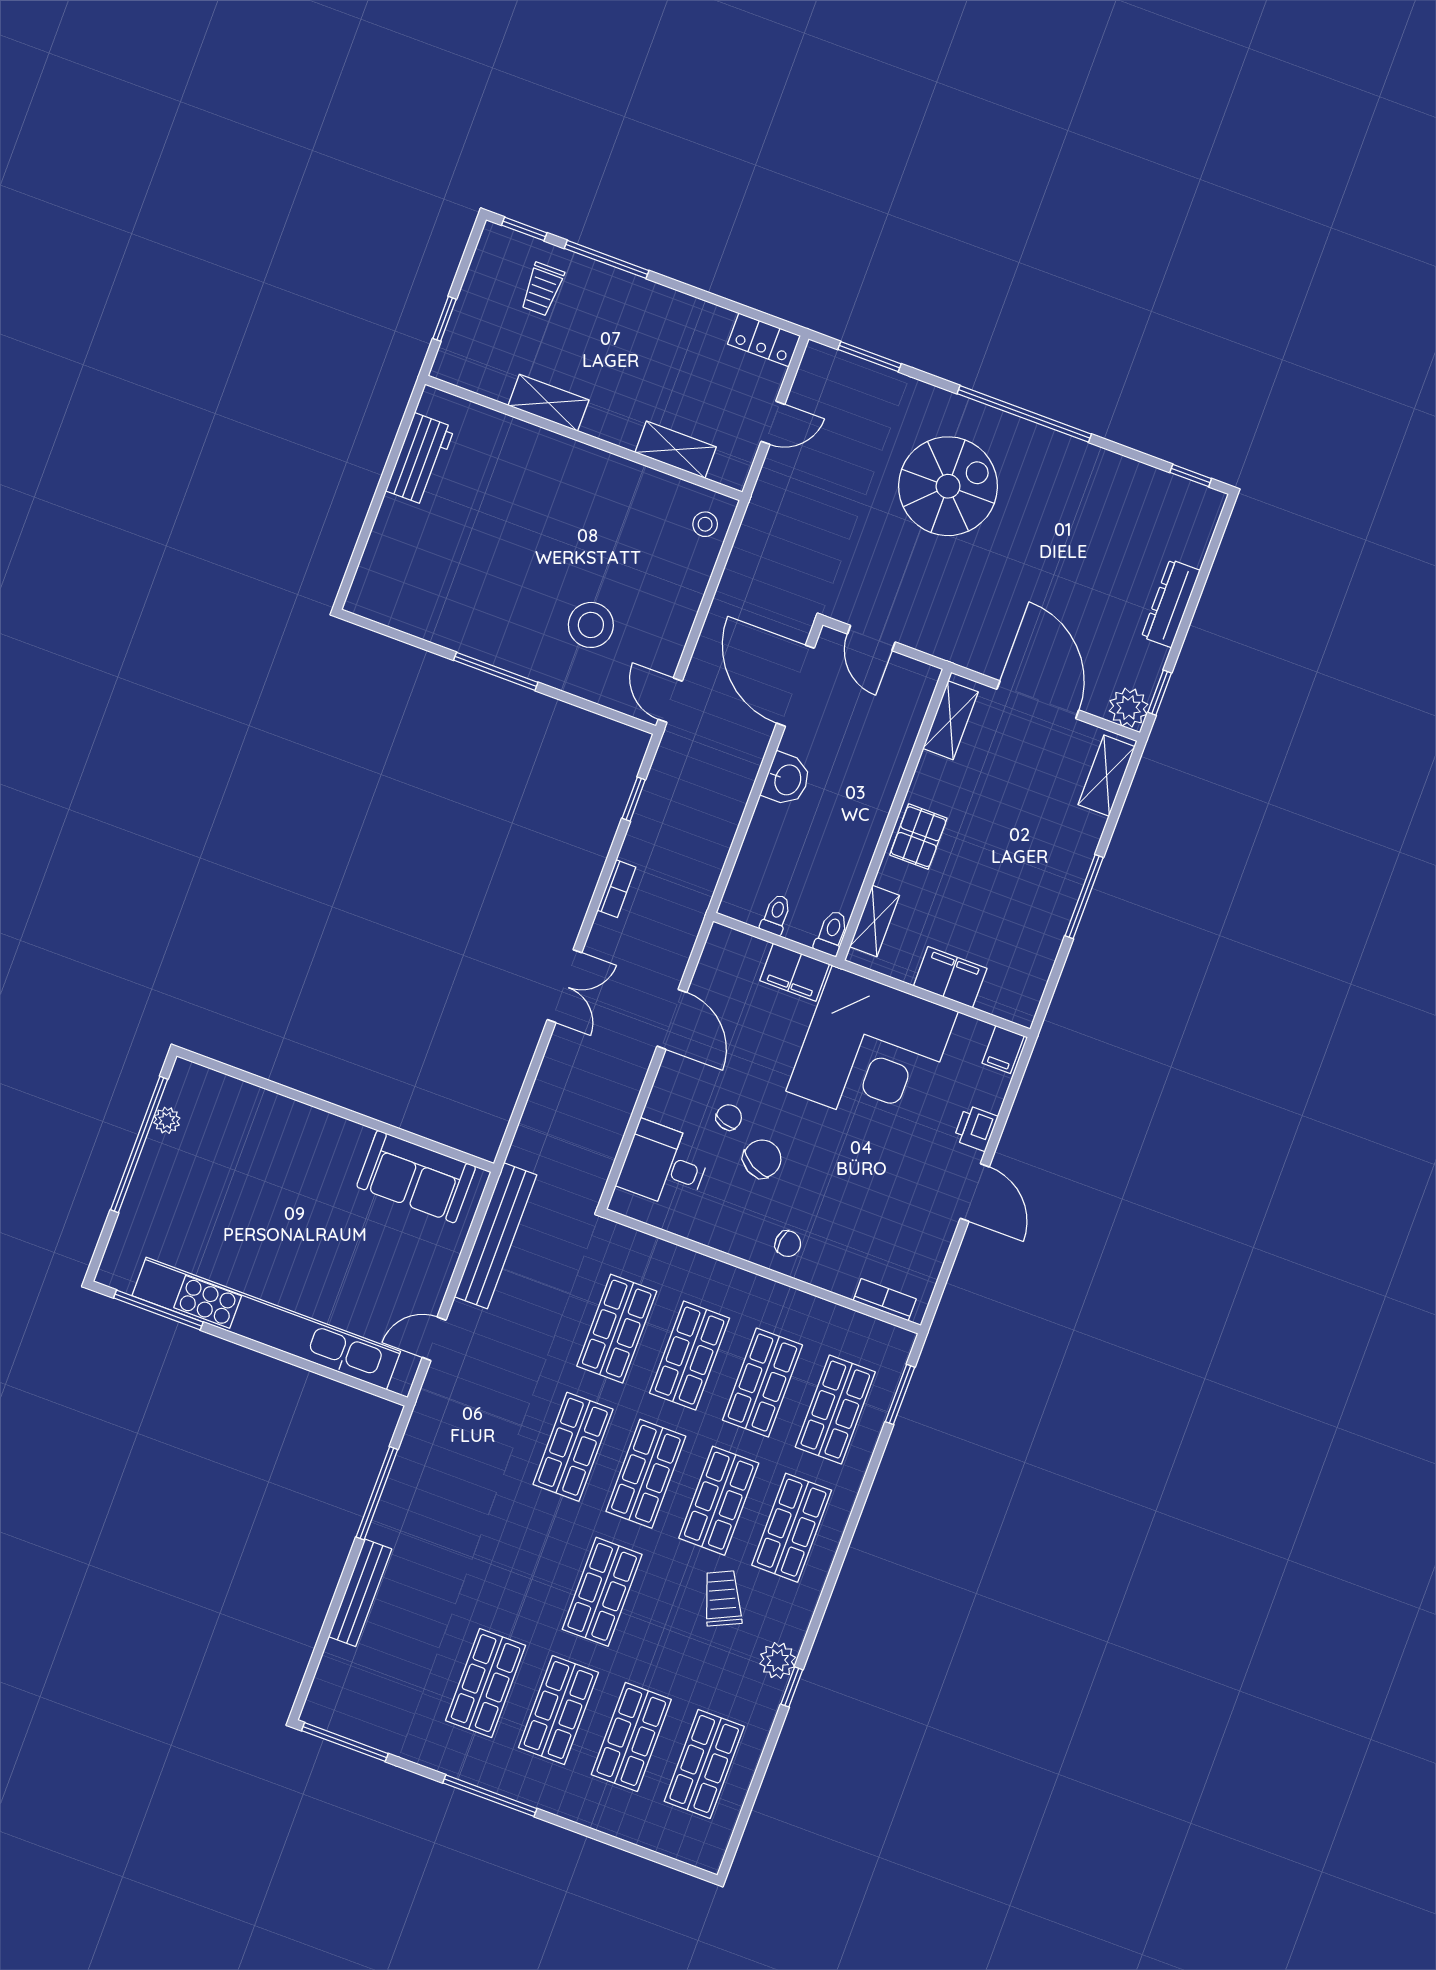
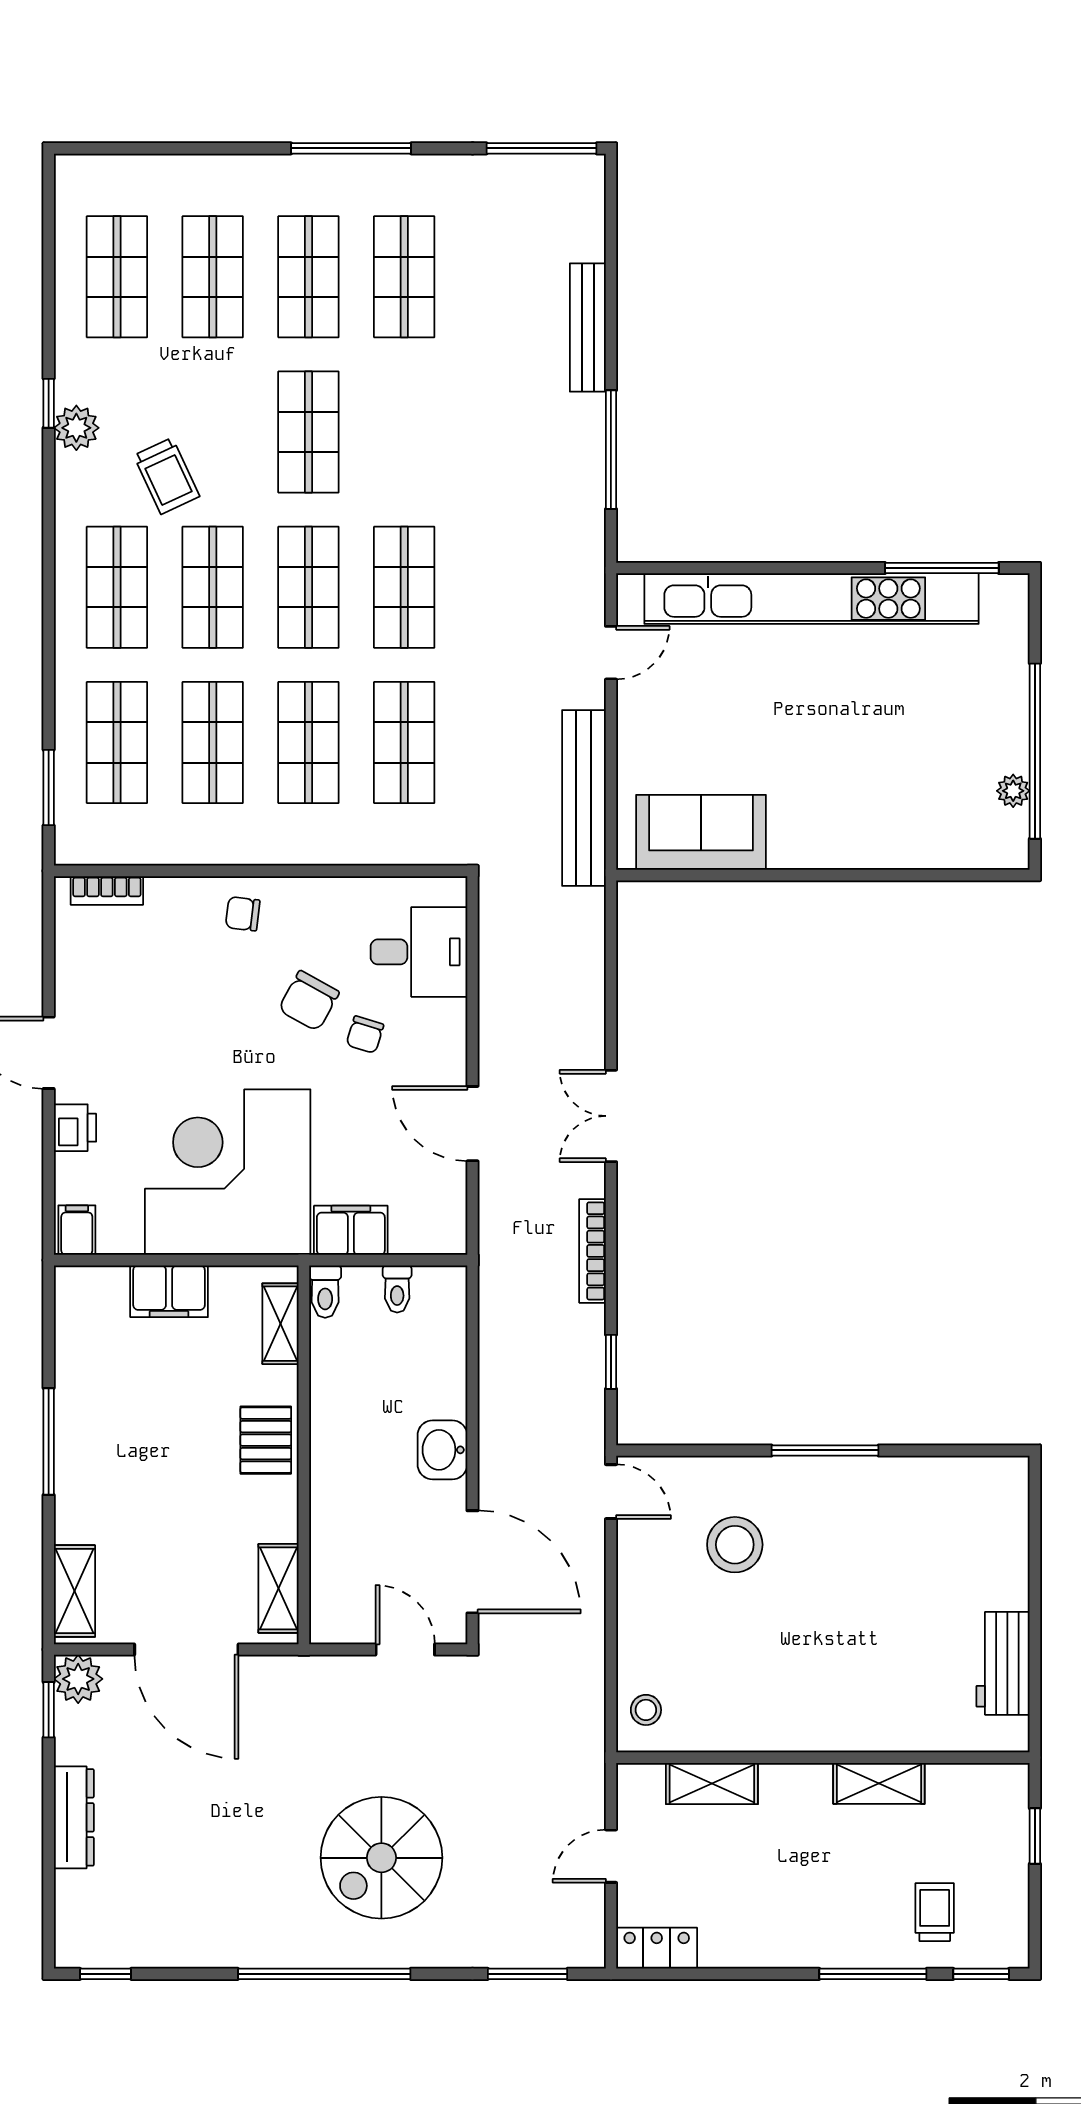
bookcase: (617, 889) -> (592, 1251), width x1.56

